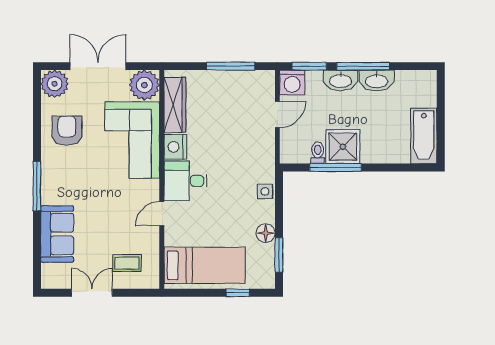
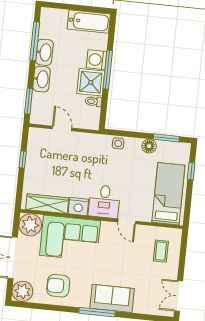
window: (231, 66) -> (23, 159), width x0.46
window: (363, 66) -> (35, 41), moved
washing machine: (292, 82) -> (96, 60), moved, turned 180
window: (335, 167) -> (108, 70), moved
sofa: (57, 234) -> (112, 298), moved
double door: (92, 293) -> (178, 296), moved

